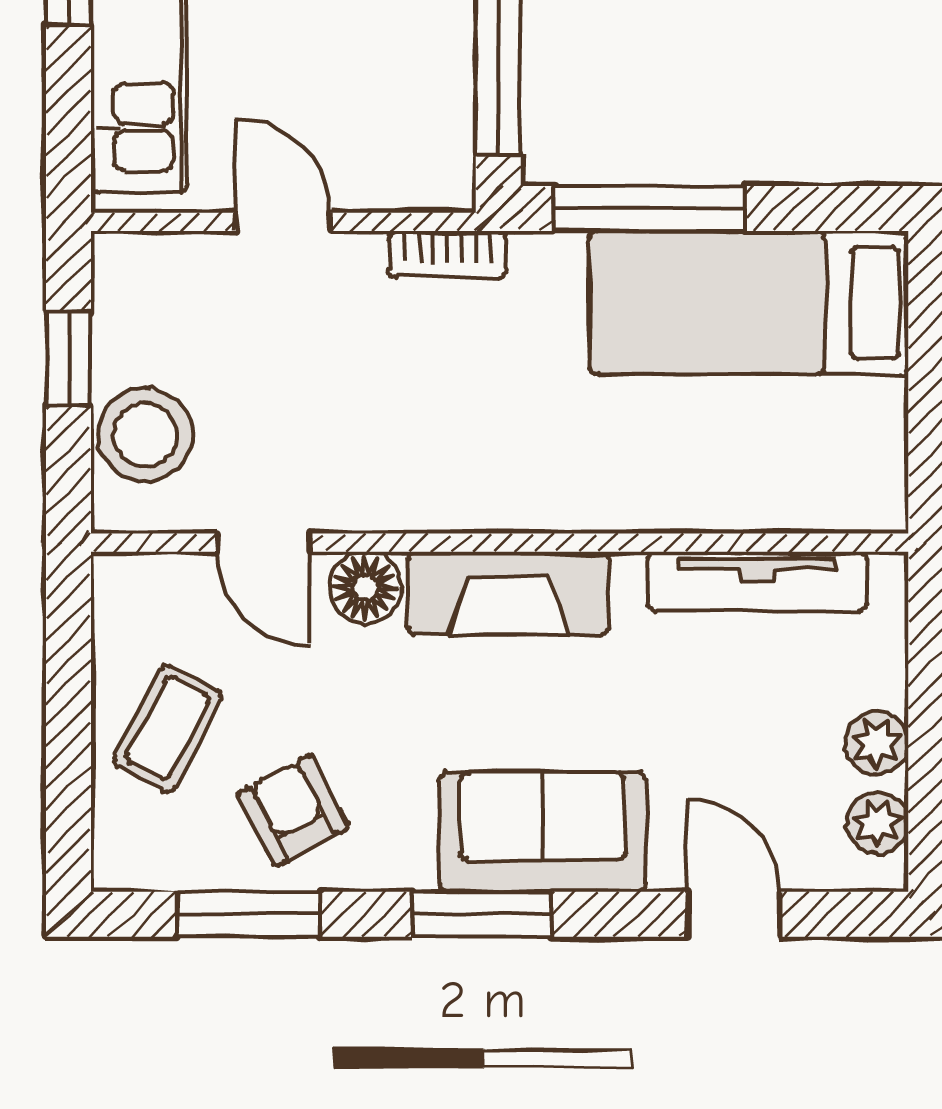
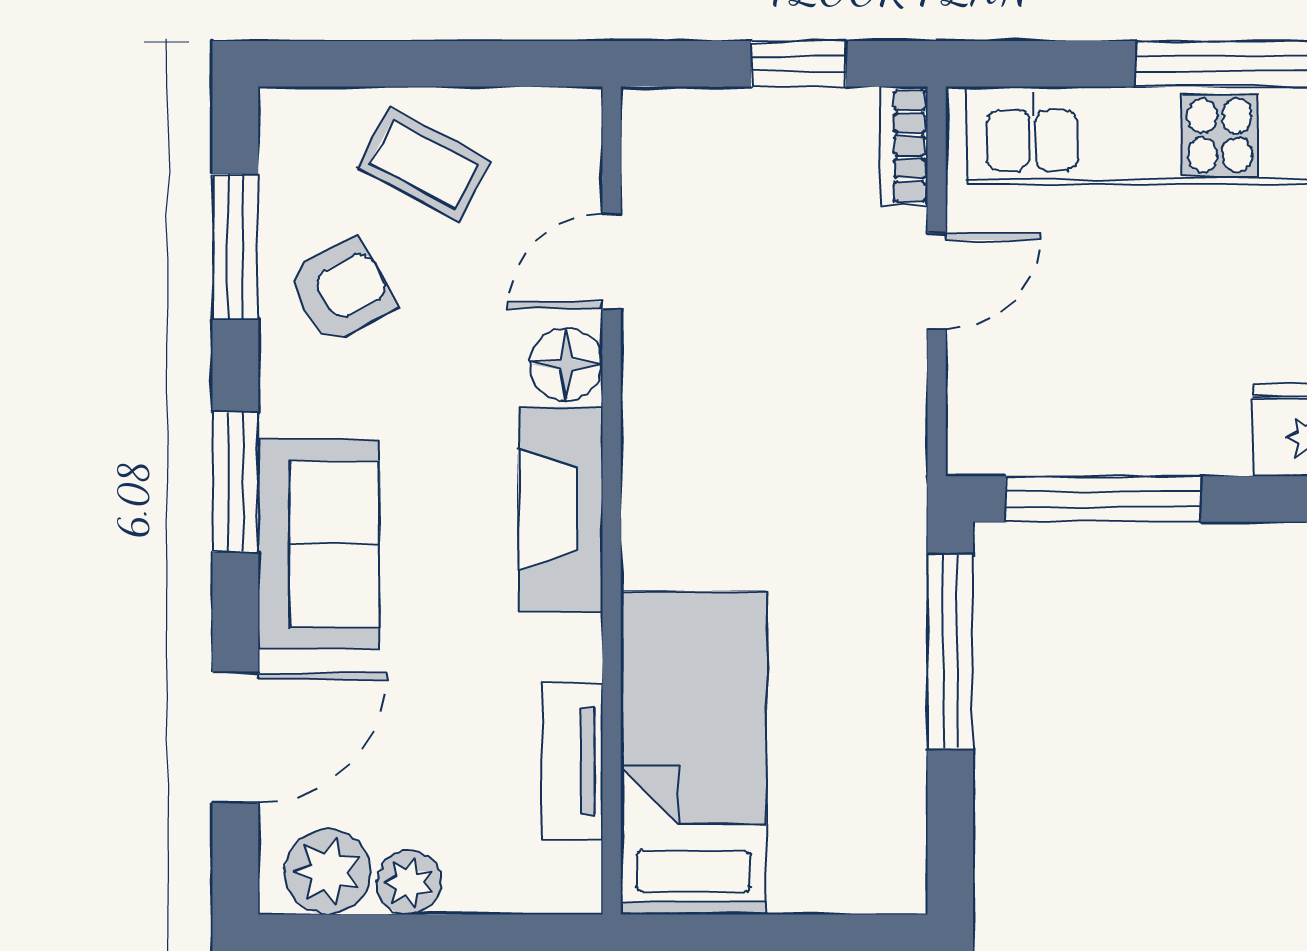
bookcase: (447, 254) -> (904, 146), moved
bed: (749, 303) -> (693, 753), moved
stool: (145, 434) -> (721, 141), removed
tv unit: (757, 581) -> (572, 761), width x0.71
plant: (878, 823) -> (328, 872), width x1.38, depth x1.38
door: (734, 914) -> (235, 738), width x1.38

